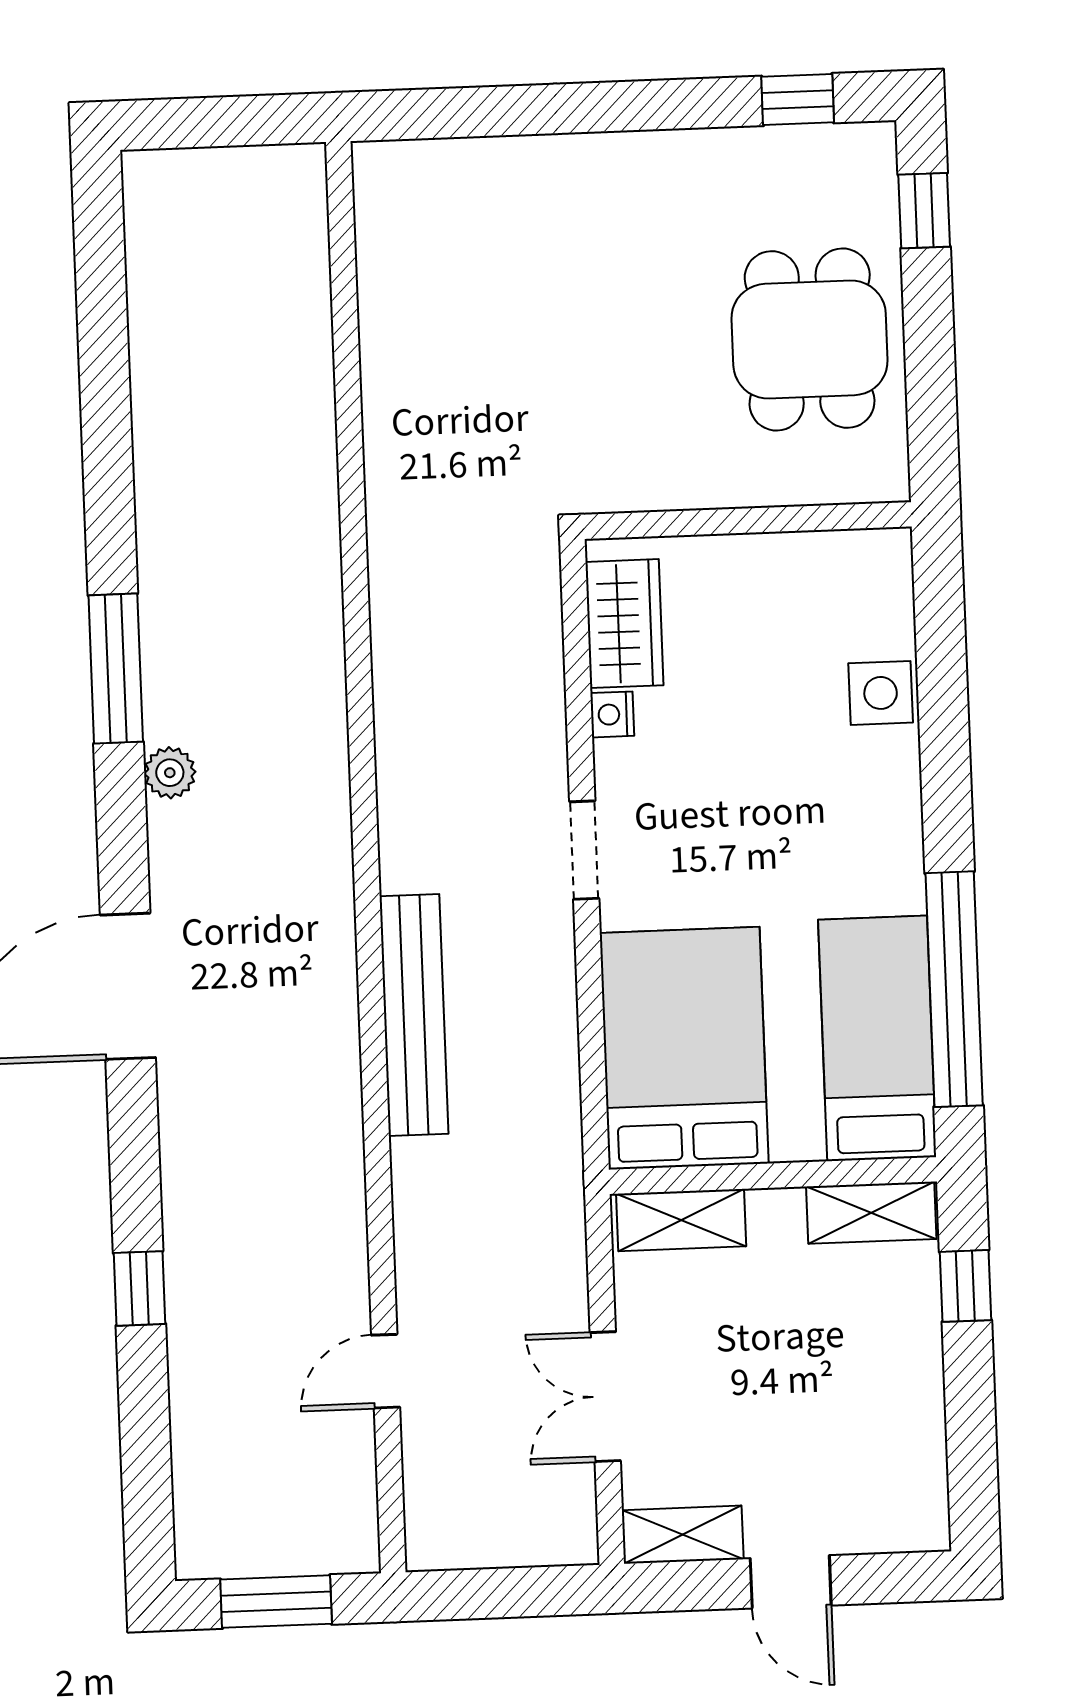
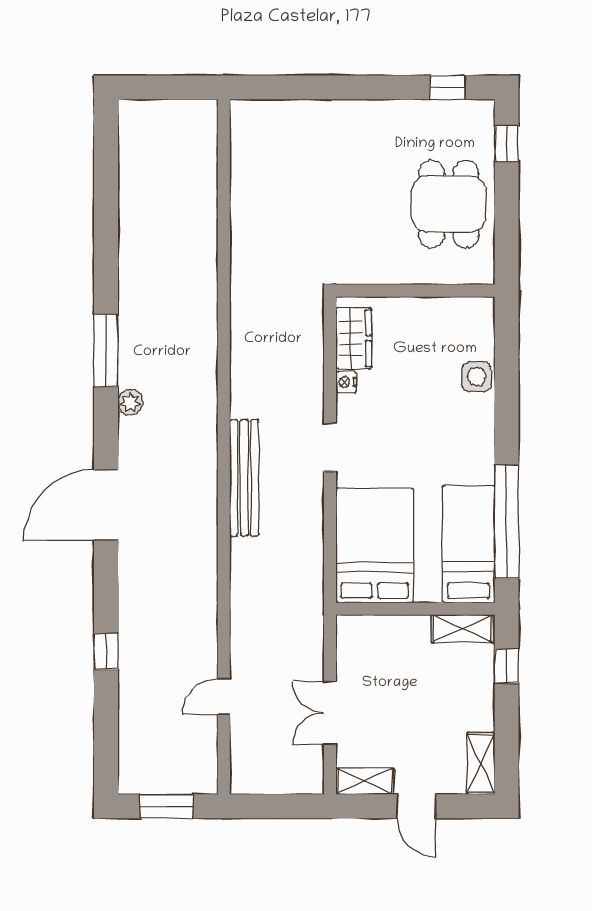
bench: (414, 1015) -> (244, 478), moved
shelving: (681, 1220) -> (481, 763), moved, turned 90

